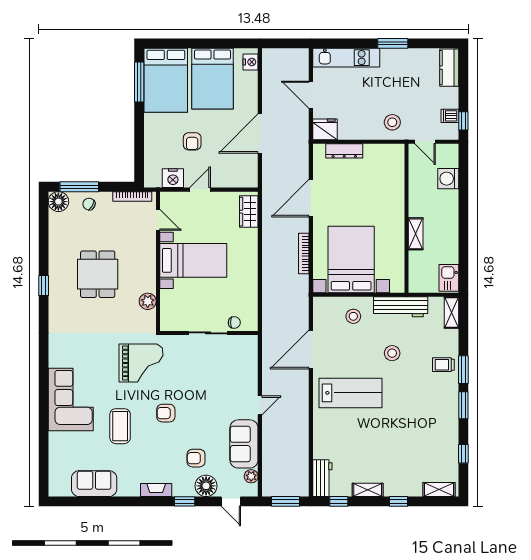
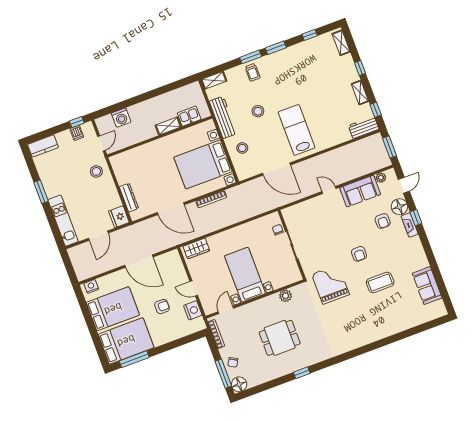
kitchen sink: (449, 278) -> (189, 116), moved, turned 180
corner sofa: (71, 400) -> (374, 324), removed
fireplace: (156, 490) -> (410, 225), moved

